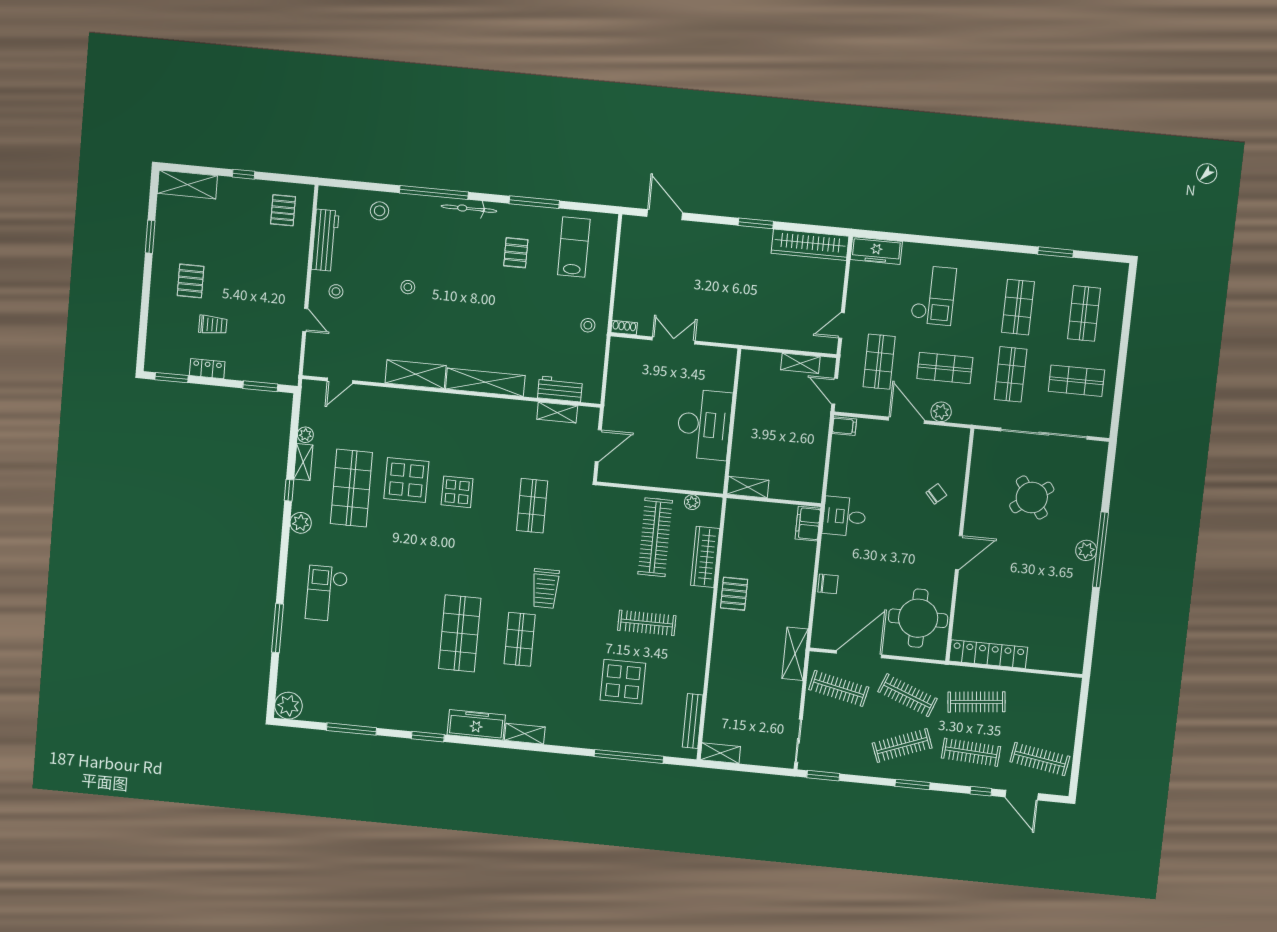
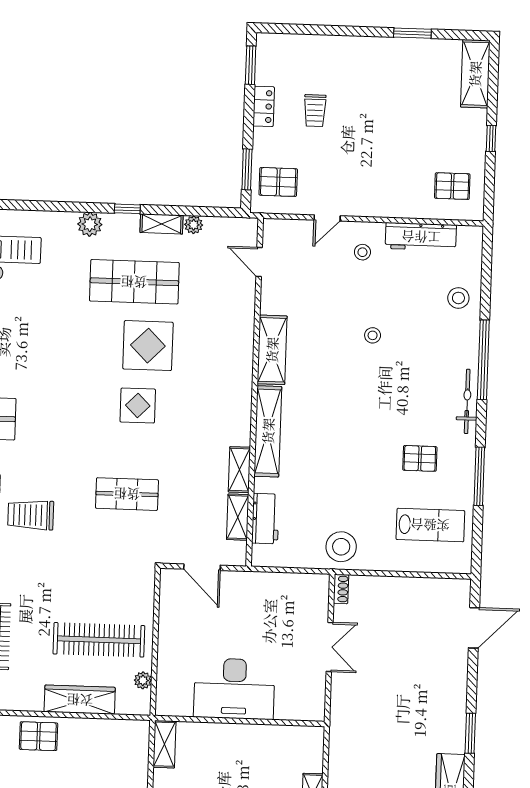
pallet: (191, 281) -> (278, 182), moved
stool: (588, 325) -> (341, 547), width x1.89, depth x1.89
shelving: (517, 409) -> (239, 470), added

